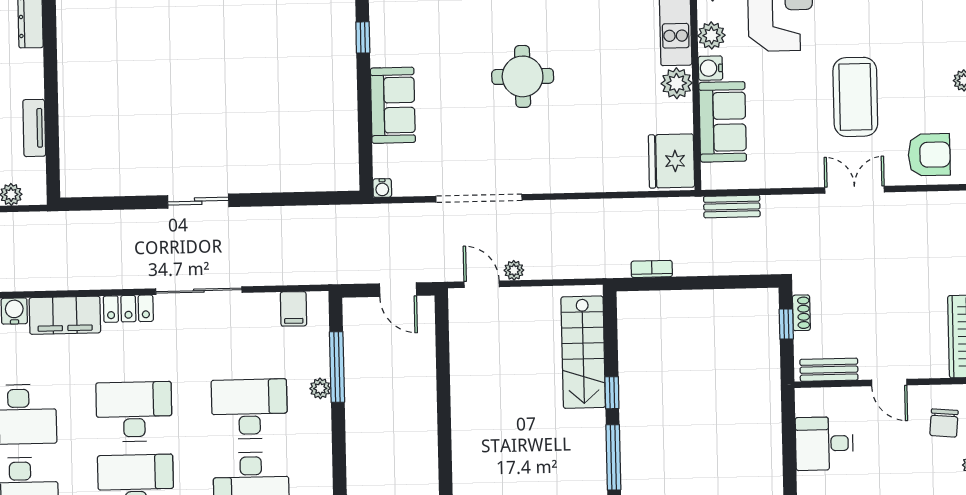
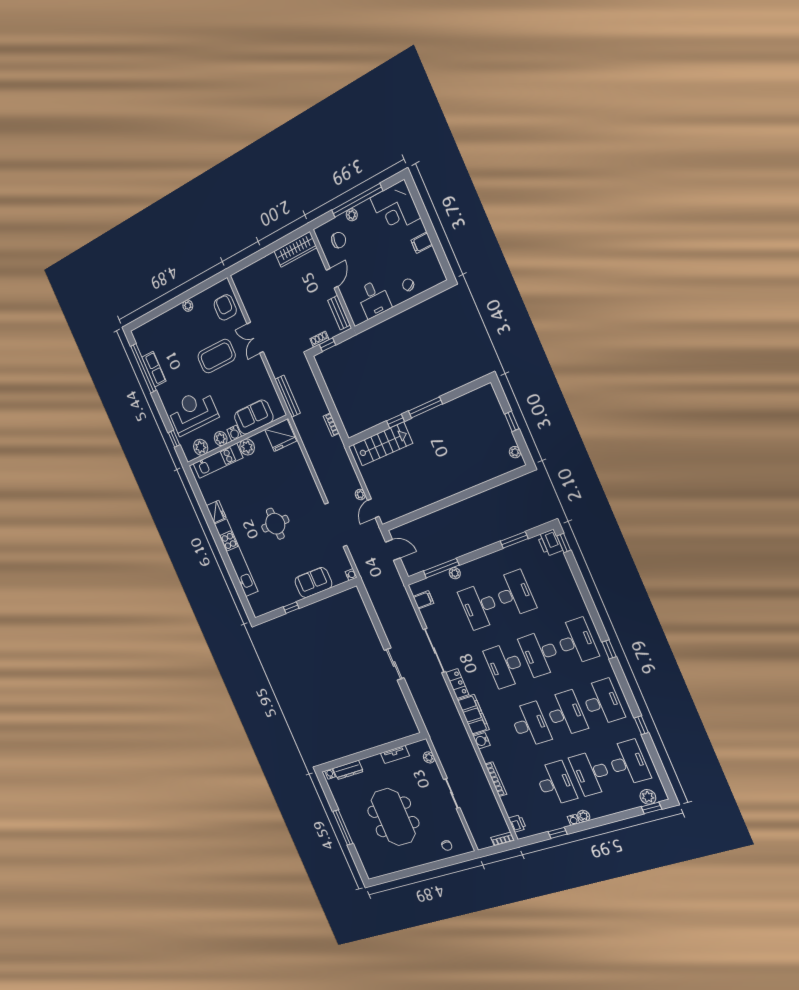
bench: (732, 206) -> (288, 396), width x1.36
door: (398, 290) -> (393, 550), hinge flipped

